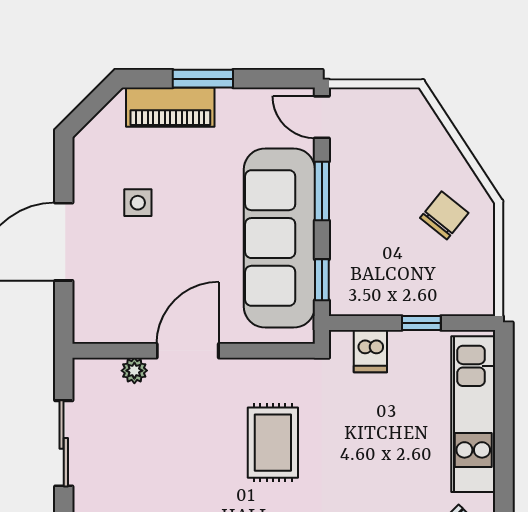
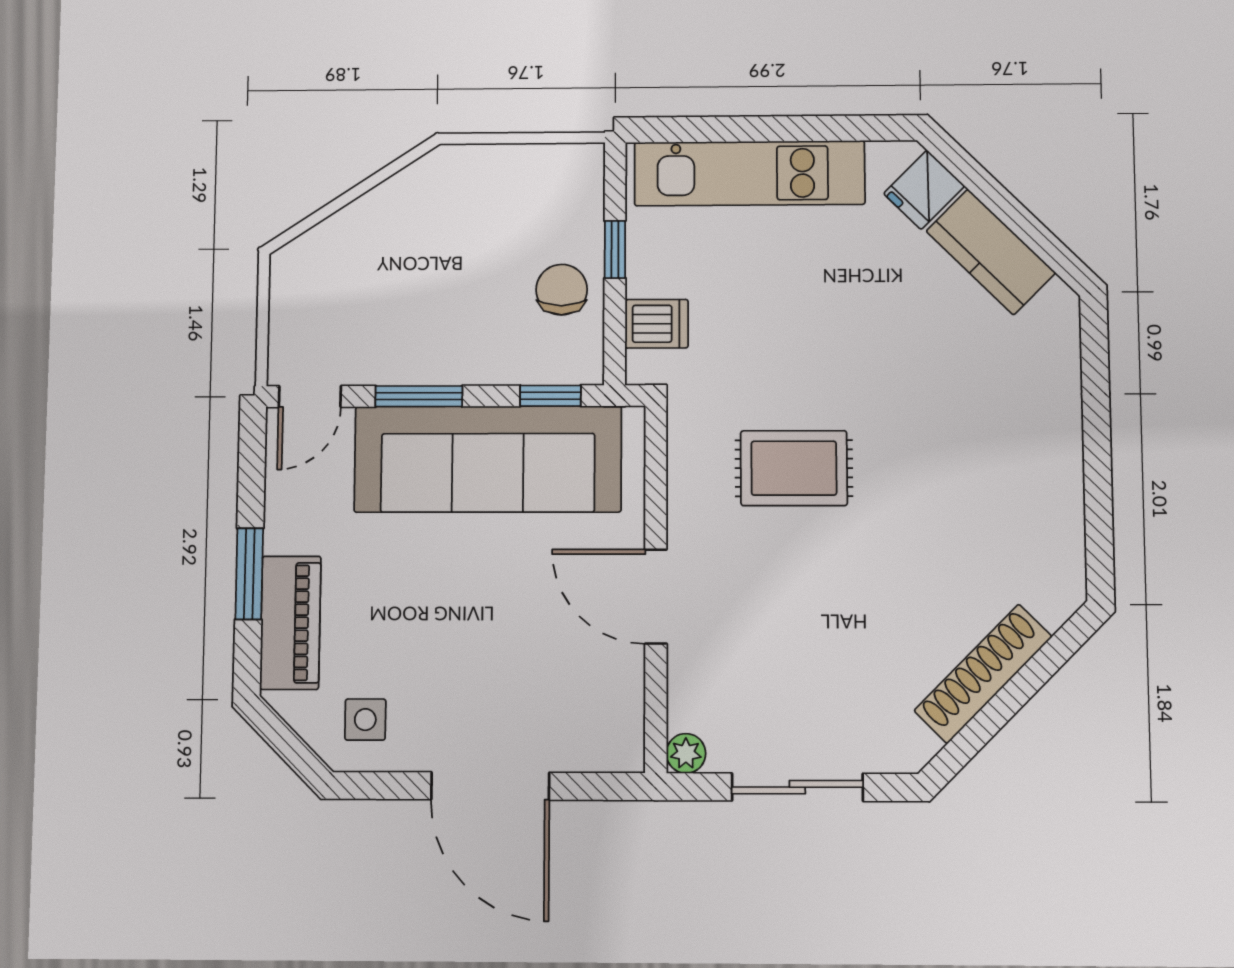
side table: (138, 203) -> (365, 720), moved
chair: (444, 215) -> (562, 290), moved, turned 51
plant: (134, 371) -> (686, 753), moved

